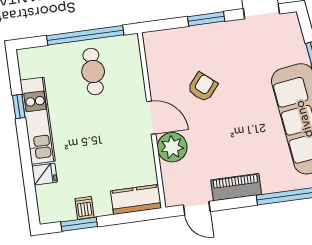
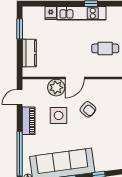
side table: (220, 137) -> (59, 115), added
kitchen counter: (136, 199) -> (29, 53), moved
dishwasher: (84, 208) -> (29, 33), removed

